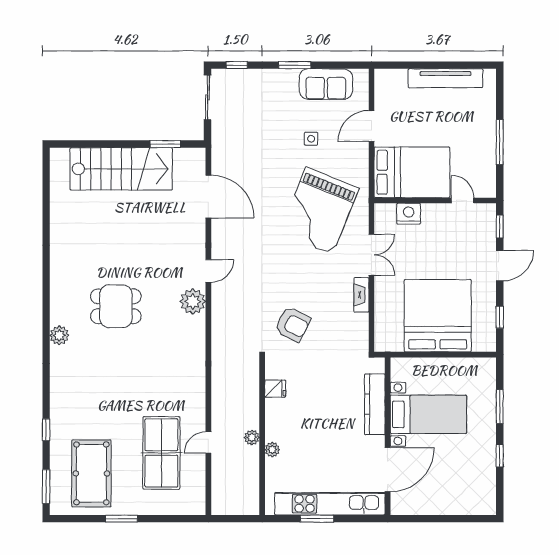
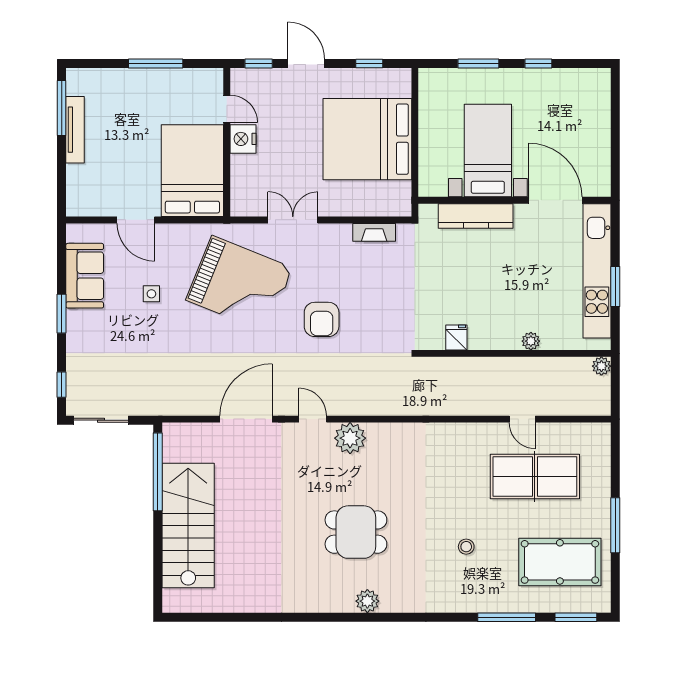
window: (463, 65) -> (62, 108), added
tv unit: (445, 78) -> (75, 130), width x0.73, depth x0.78
window: (165, 144) -> (158, 472), width x2.11
door: (208, 196) -> (246, 419), moved
door: (463, 200) -> (227, 109), swing flipped
nightstand: (409, 214) -> (243, 139), moved
fireplace: (361, 295) -> (374, 232), moved
dining table: (116, 306) -> (356, 532), turned 90
armchair: (293, 324) -> (322, 319), moved, turned 153
plant: (59, 335) -> (367, 601), moved
stool: (104, 397) -> (466, 547), added
window: (46, 430) -> (507, 617), width x2.17
plant: (252, 437) -> (601, 366), moved
window: (121, 519) -> (615, 525), width x1.44

